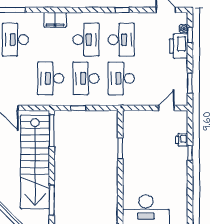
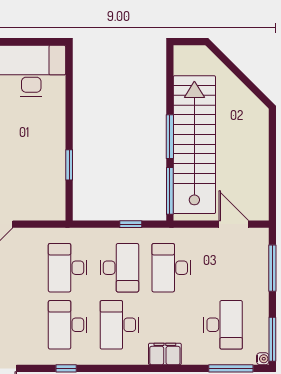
desk: (51, 78) -> (171, 268), turned 180
desk: (121, 78) -> (68, 268), turned 180
window: (52, 200) -> (170, 137), moved

